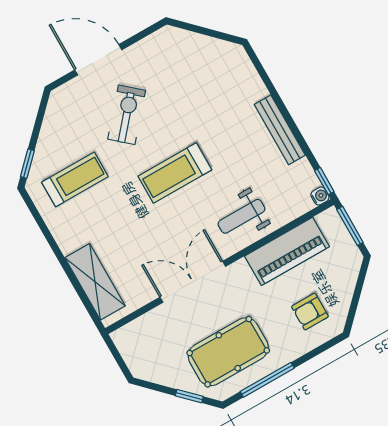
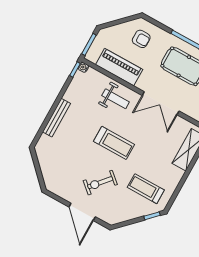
bench: (280, 130) -> (57, 118), moved

